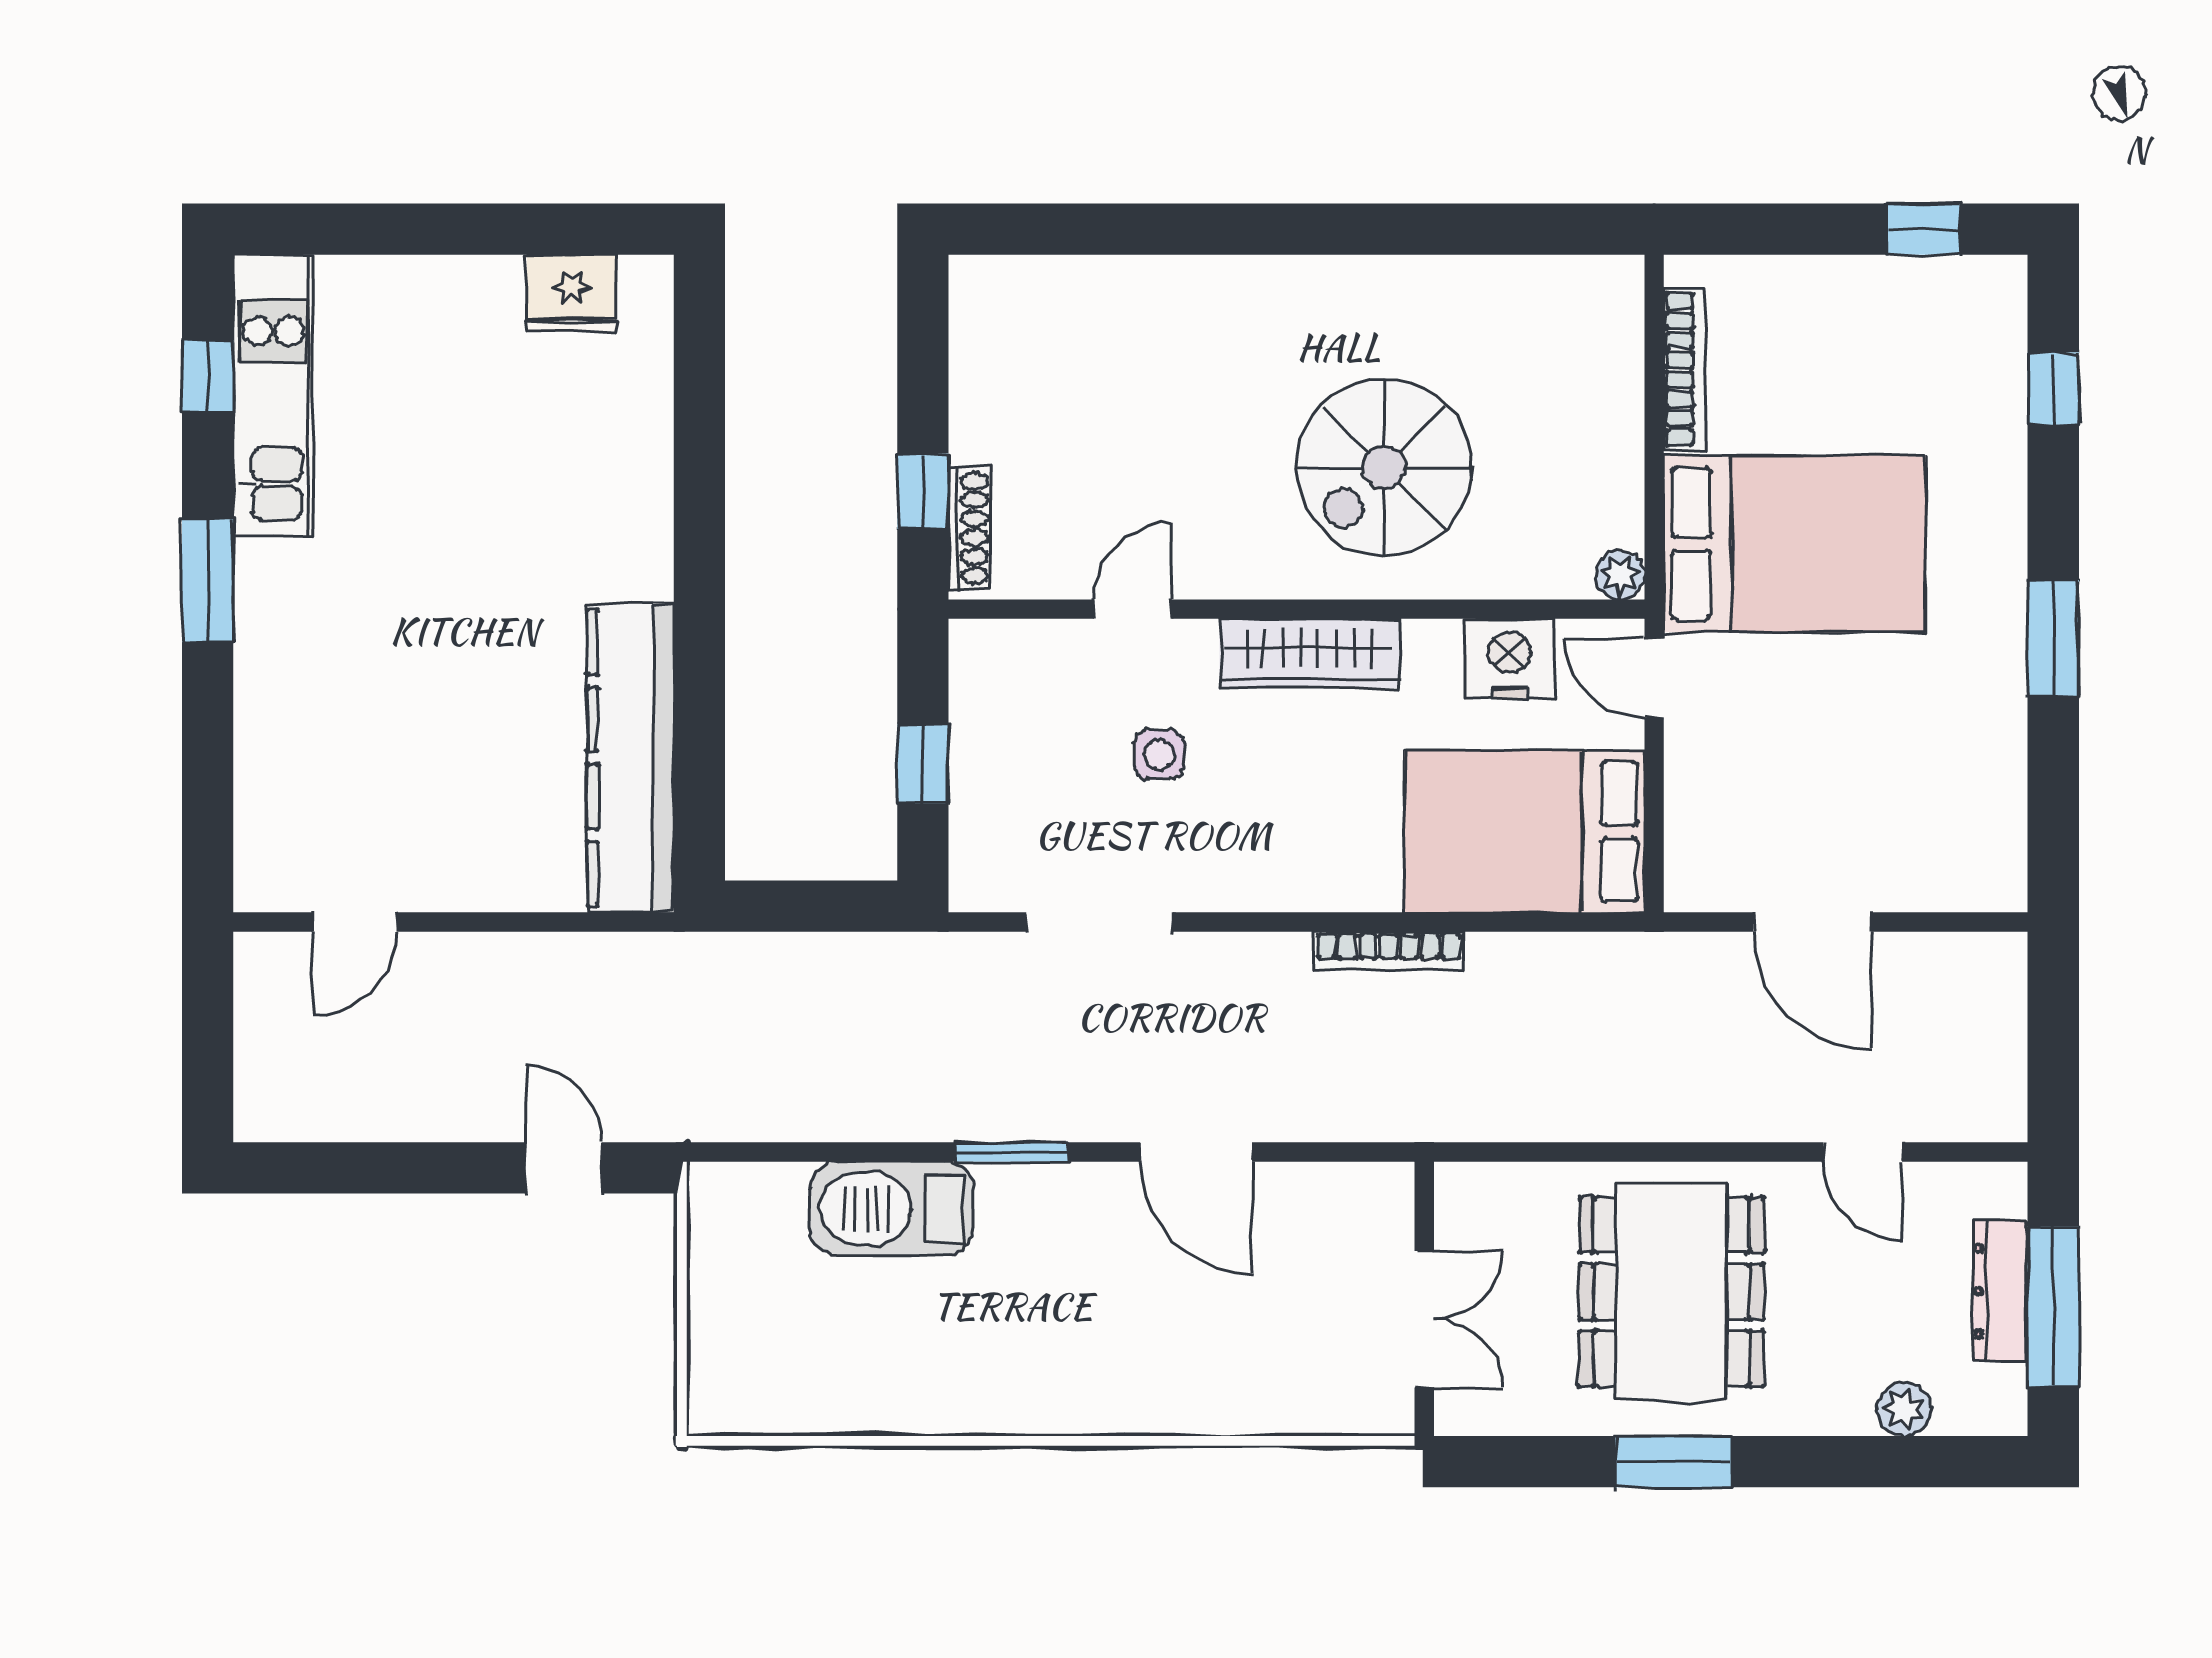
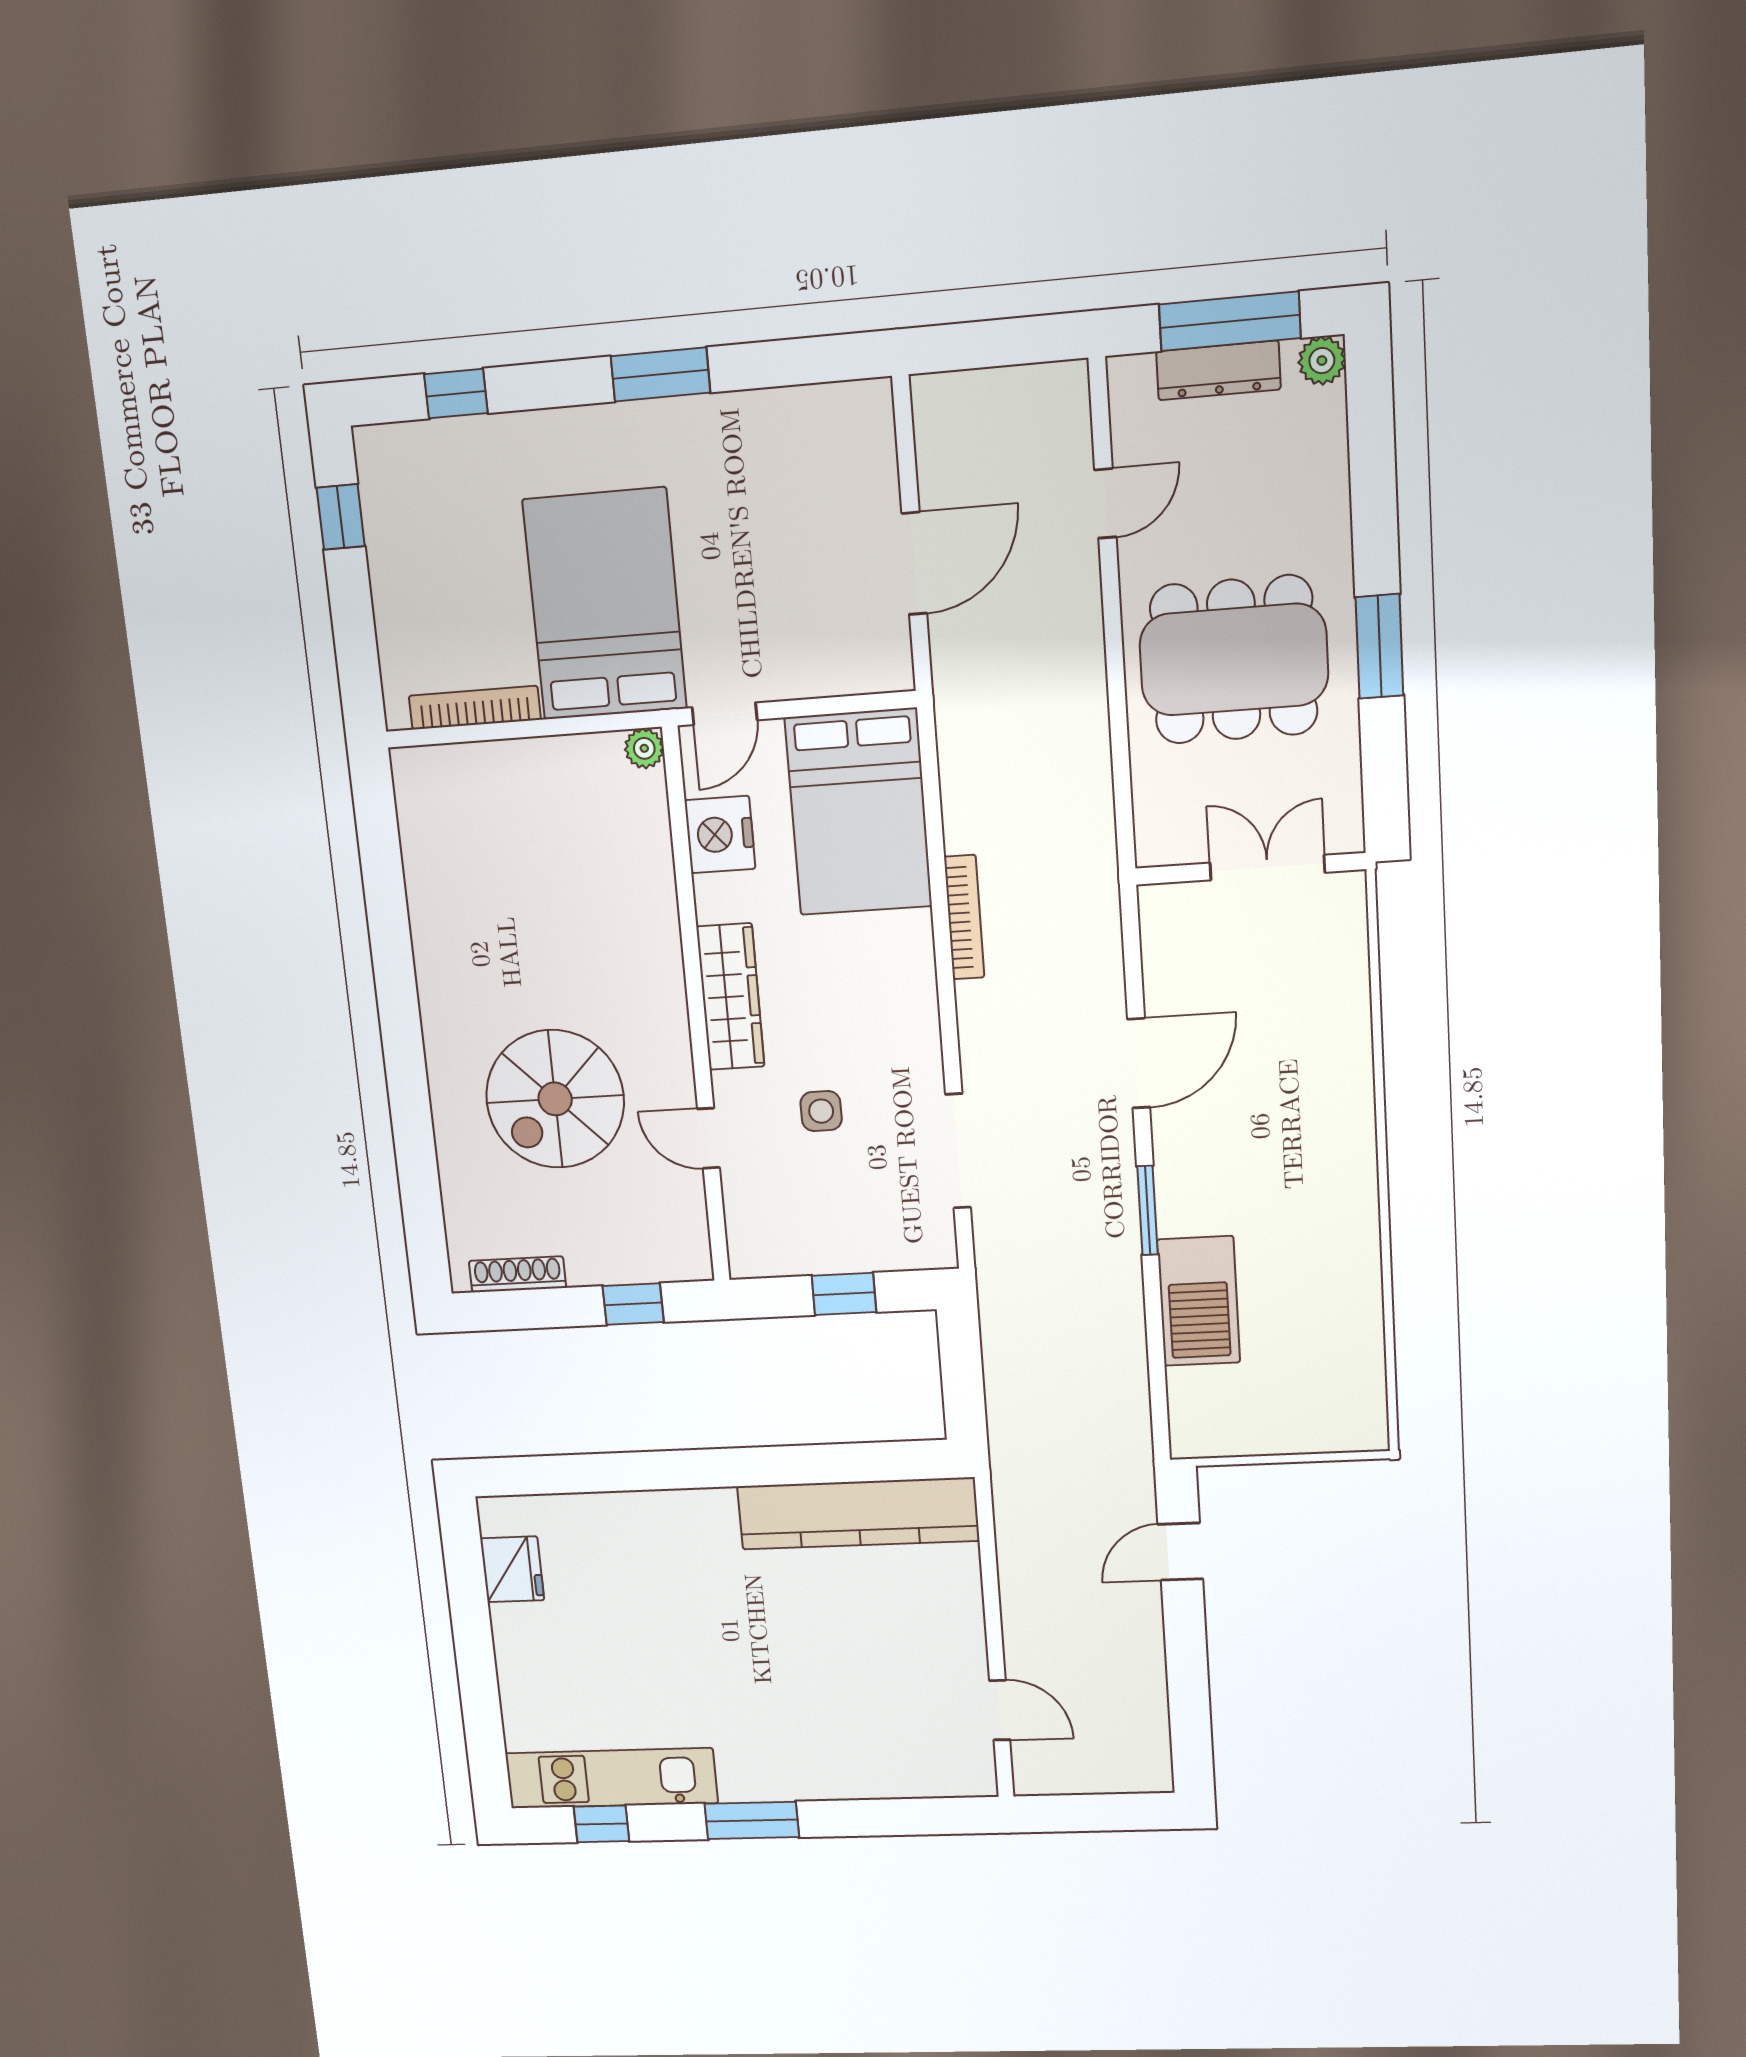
spiral stairs: (1384, 468) -> (555, 1099), moved, turned 90
shoe rack: (969, 528) -> (517, 1274), moved
plant: (1904, 1409) -> (1322, 361), moved

